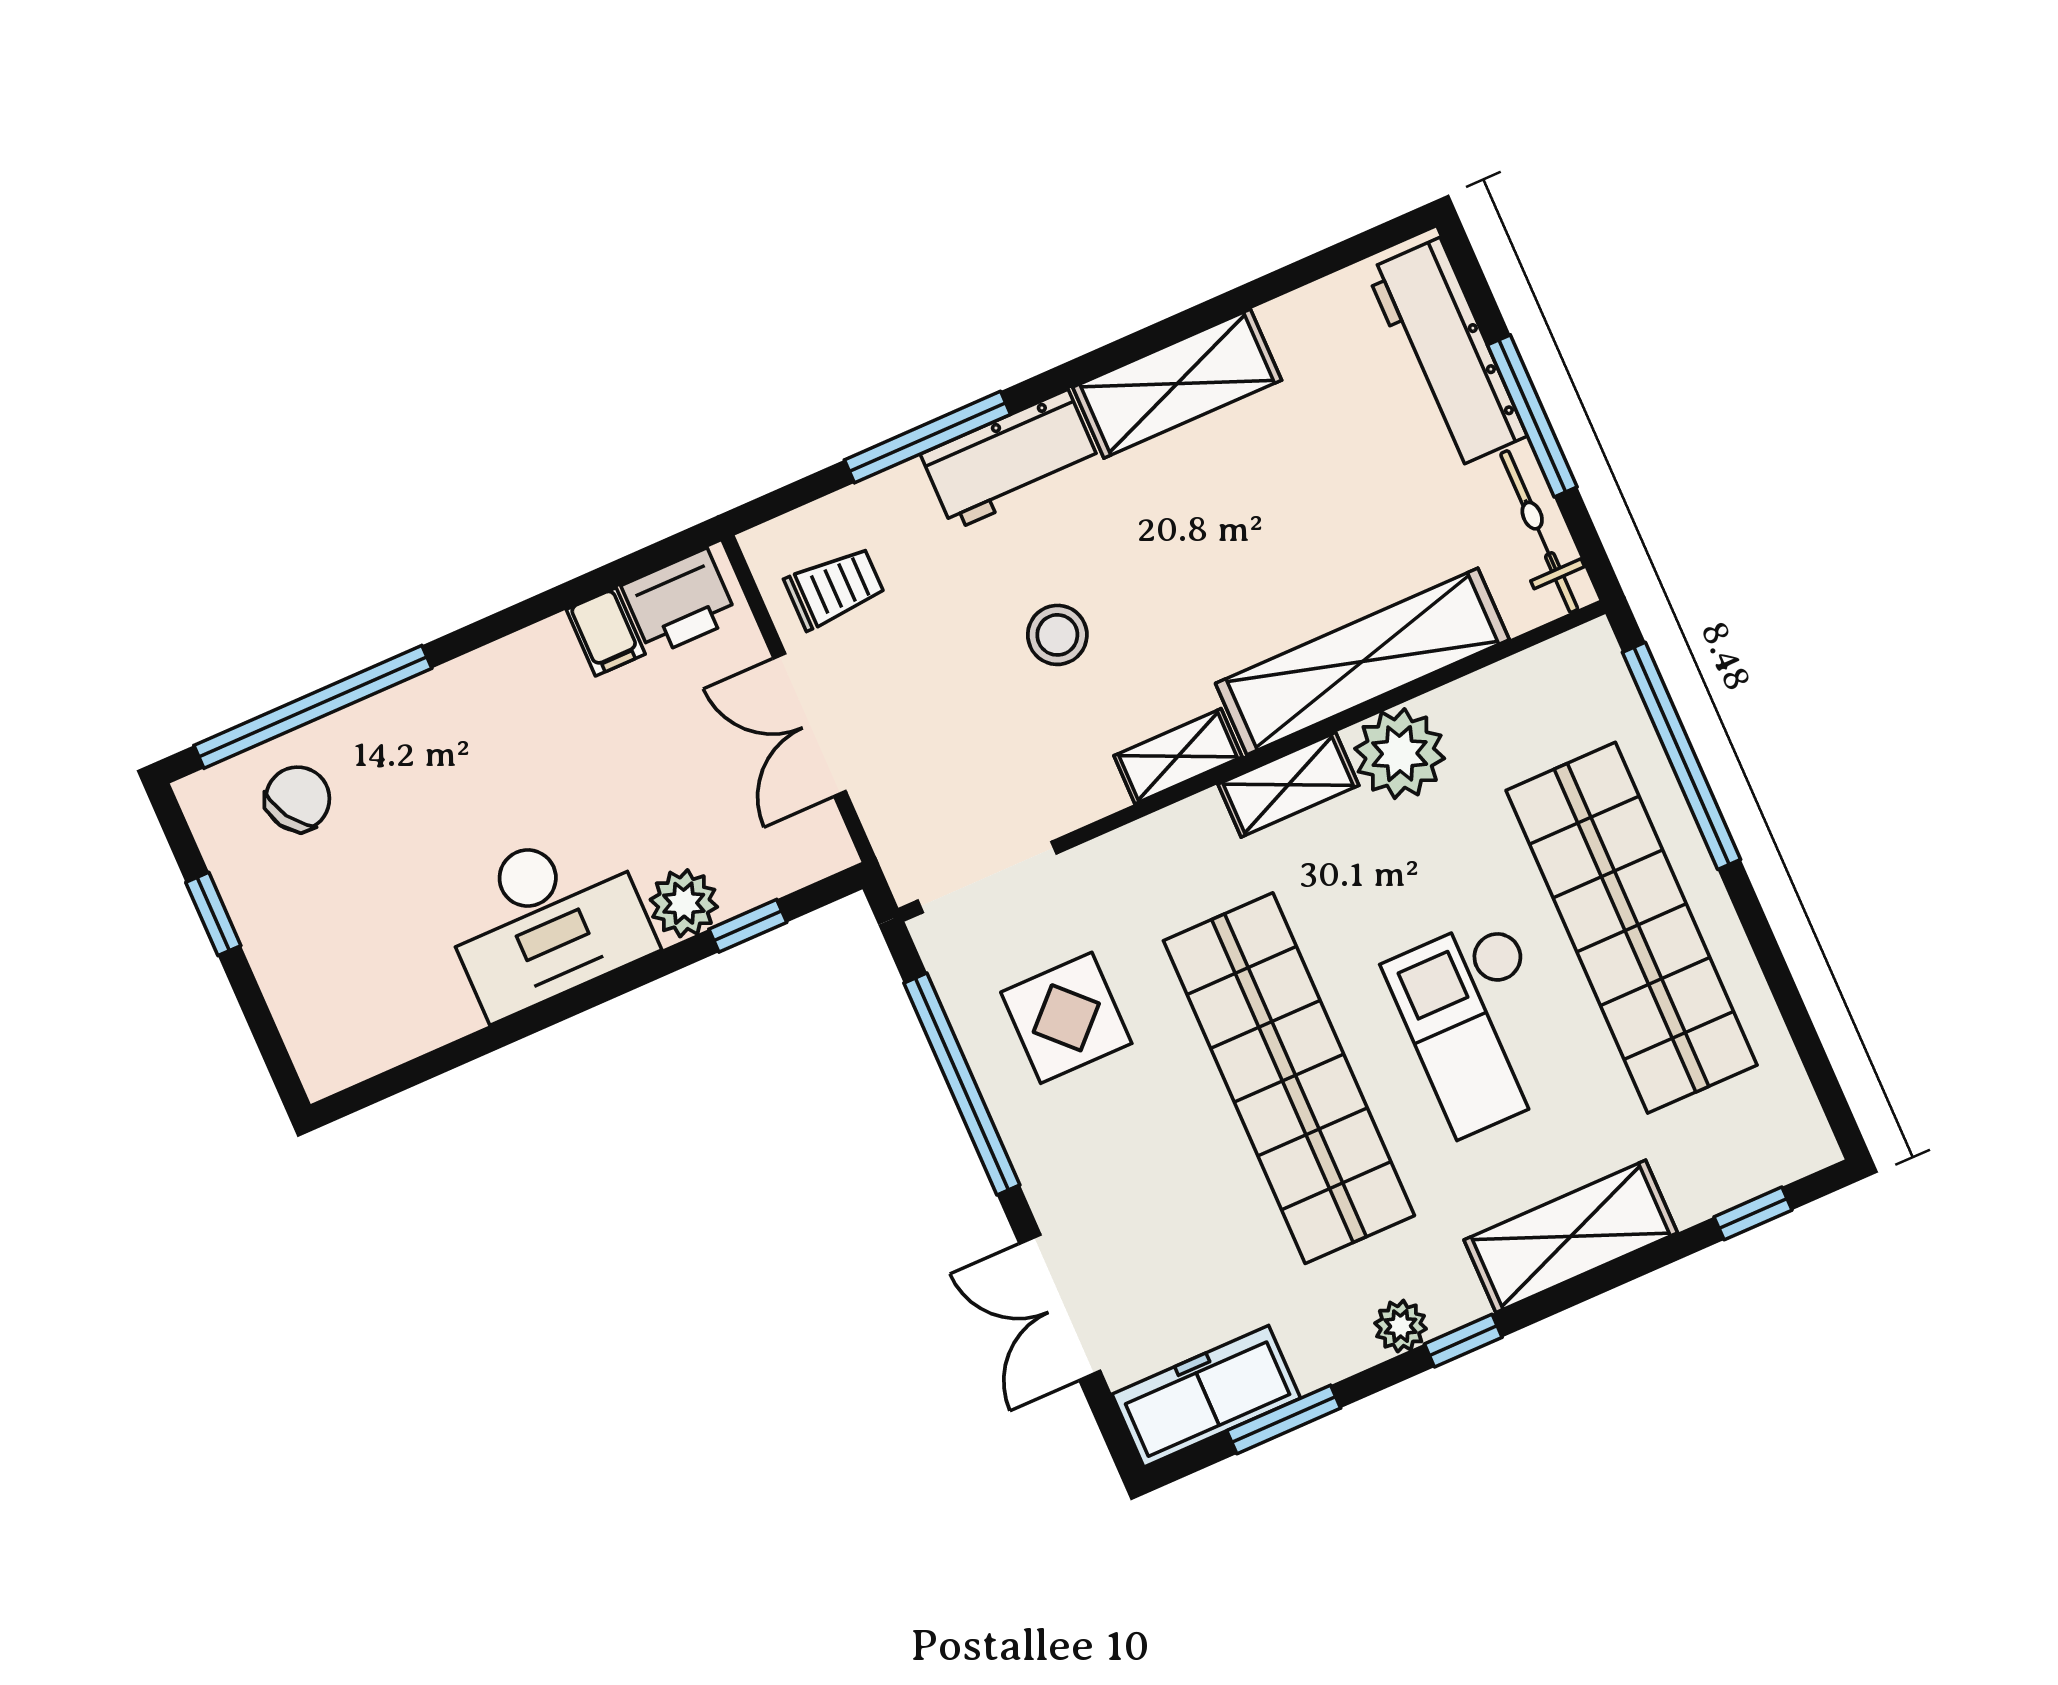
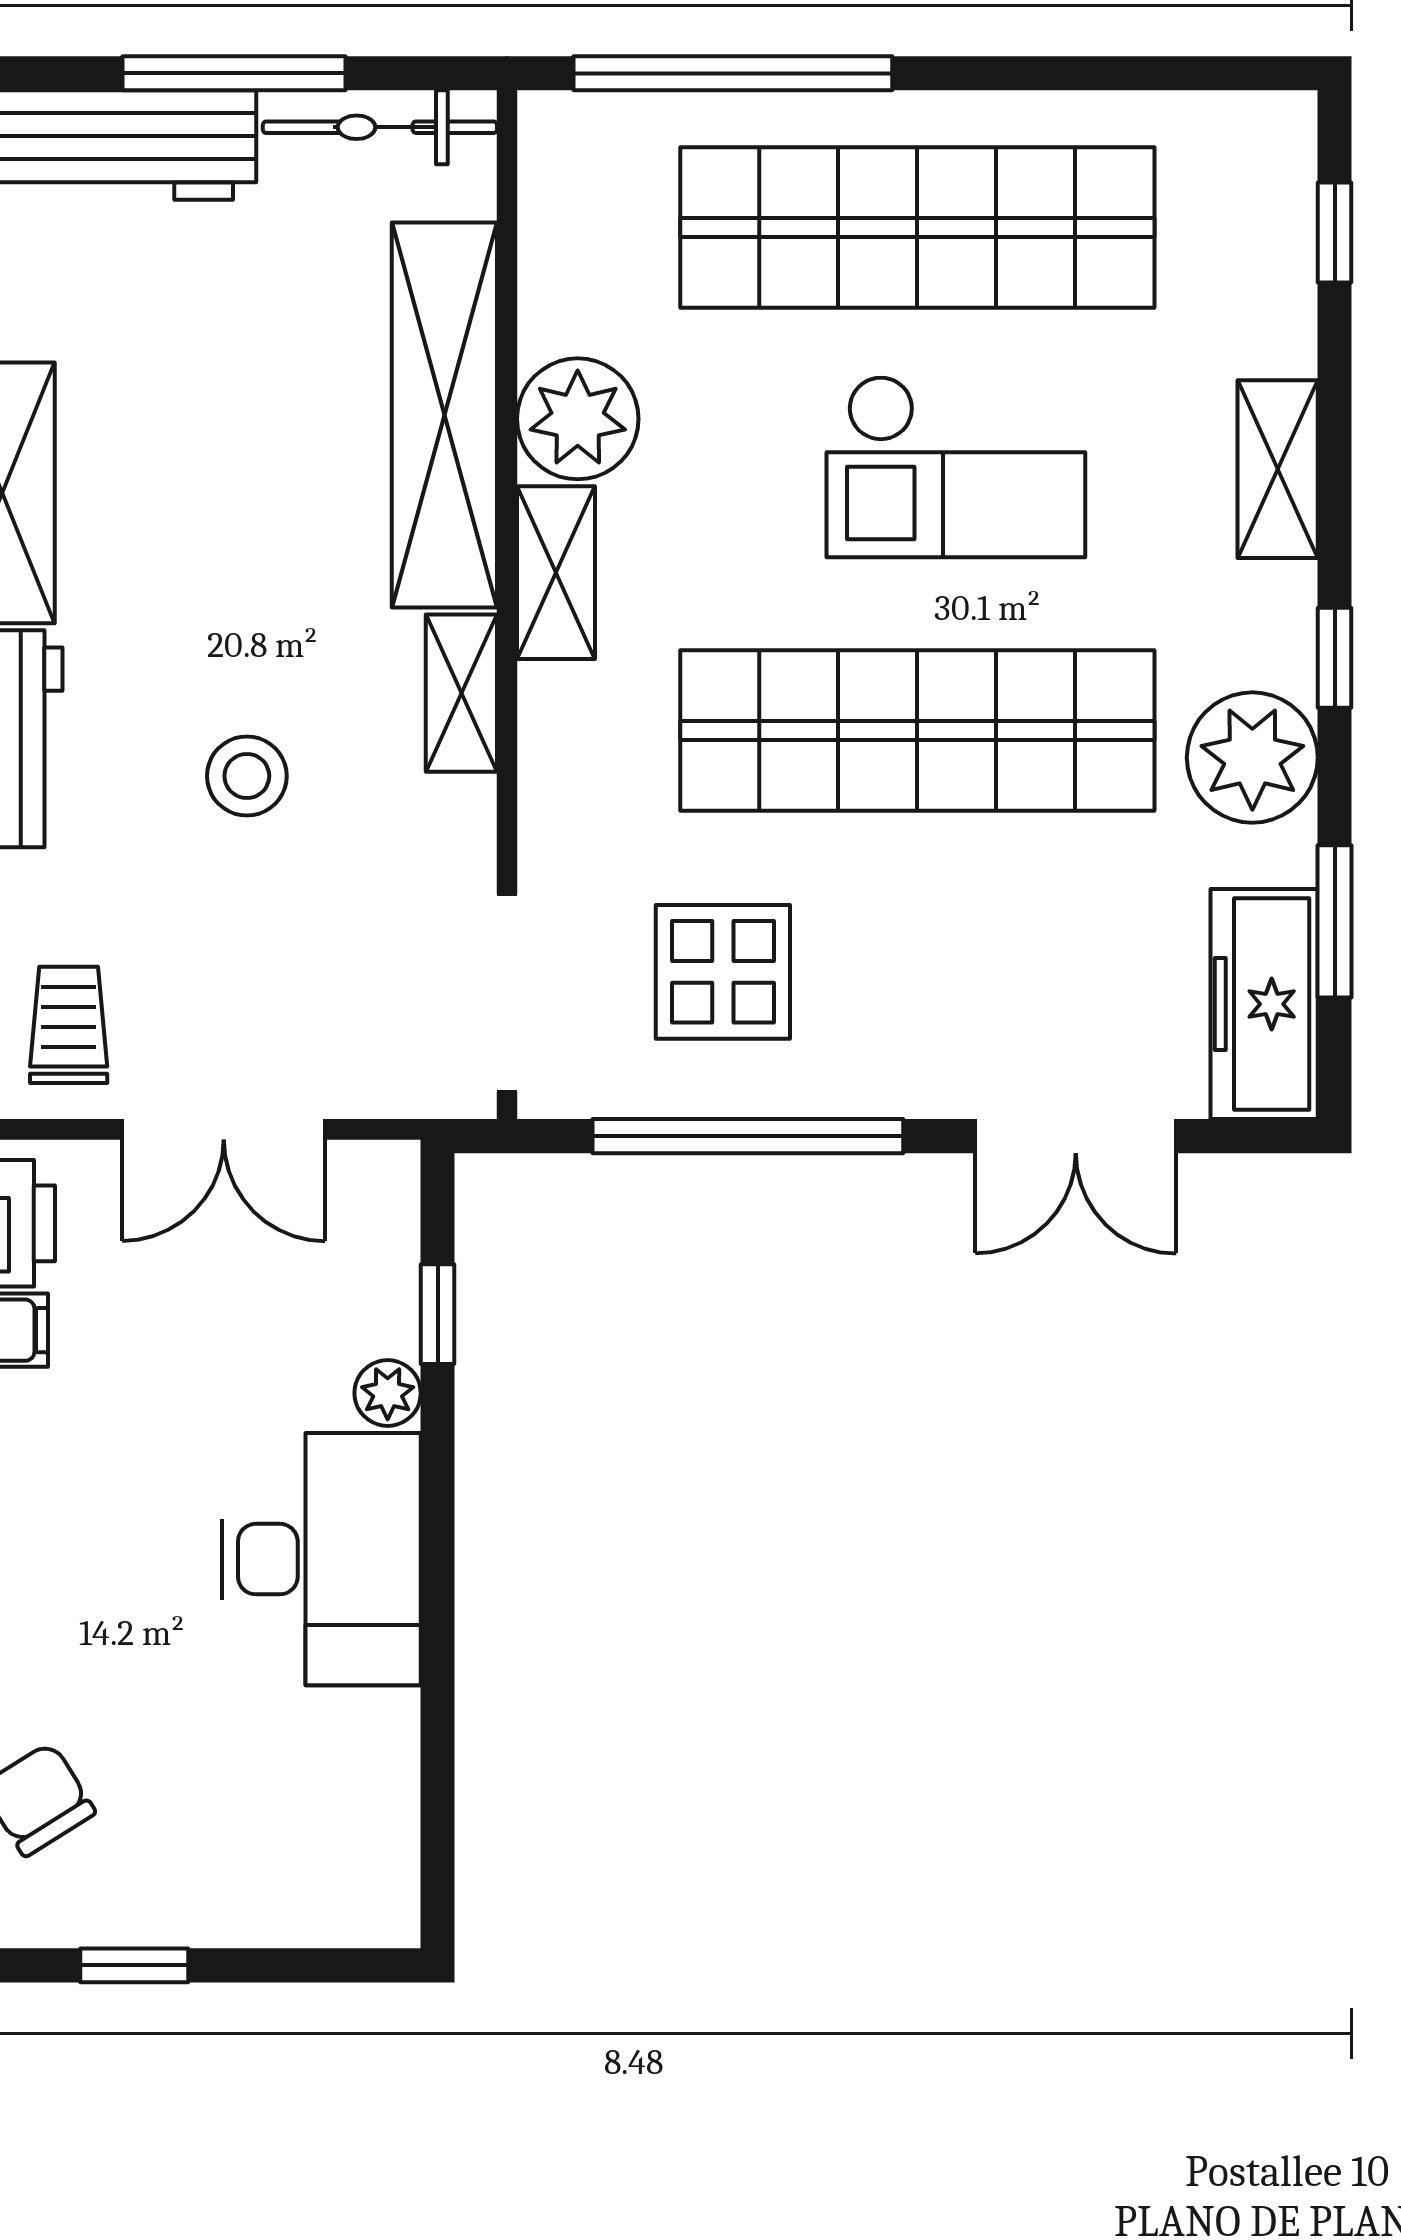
plant: (684, 903) -> (388, 1393), width x0.73, depth x0.73
shelving: (1571, 1236) -> (1278, 469), width x0.67, depth x0.75
plant: (1401, 1326) -> (1252, 758), width x1.88, depth x1.88

